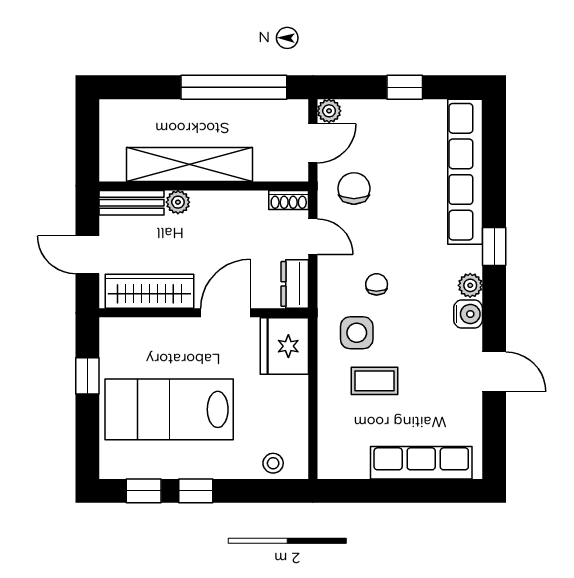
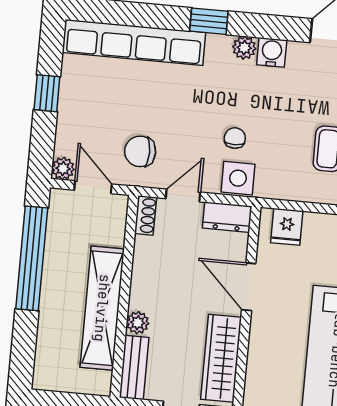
chair: (377, 284) -> (235, 138), turned 90
side table: (357, 333) -> (238, 178), moved
fridge: (284, 346) -> (287, 227), width x0.53, depth x0.75

